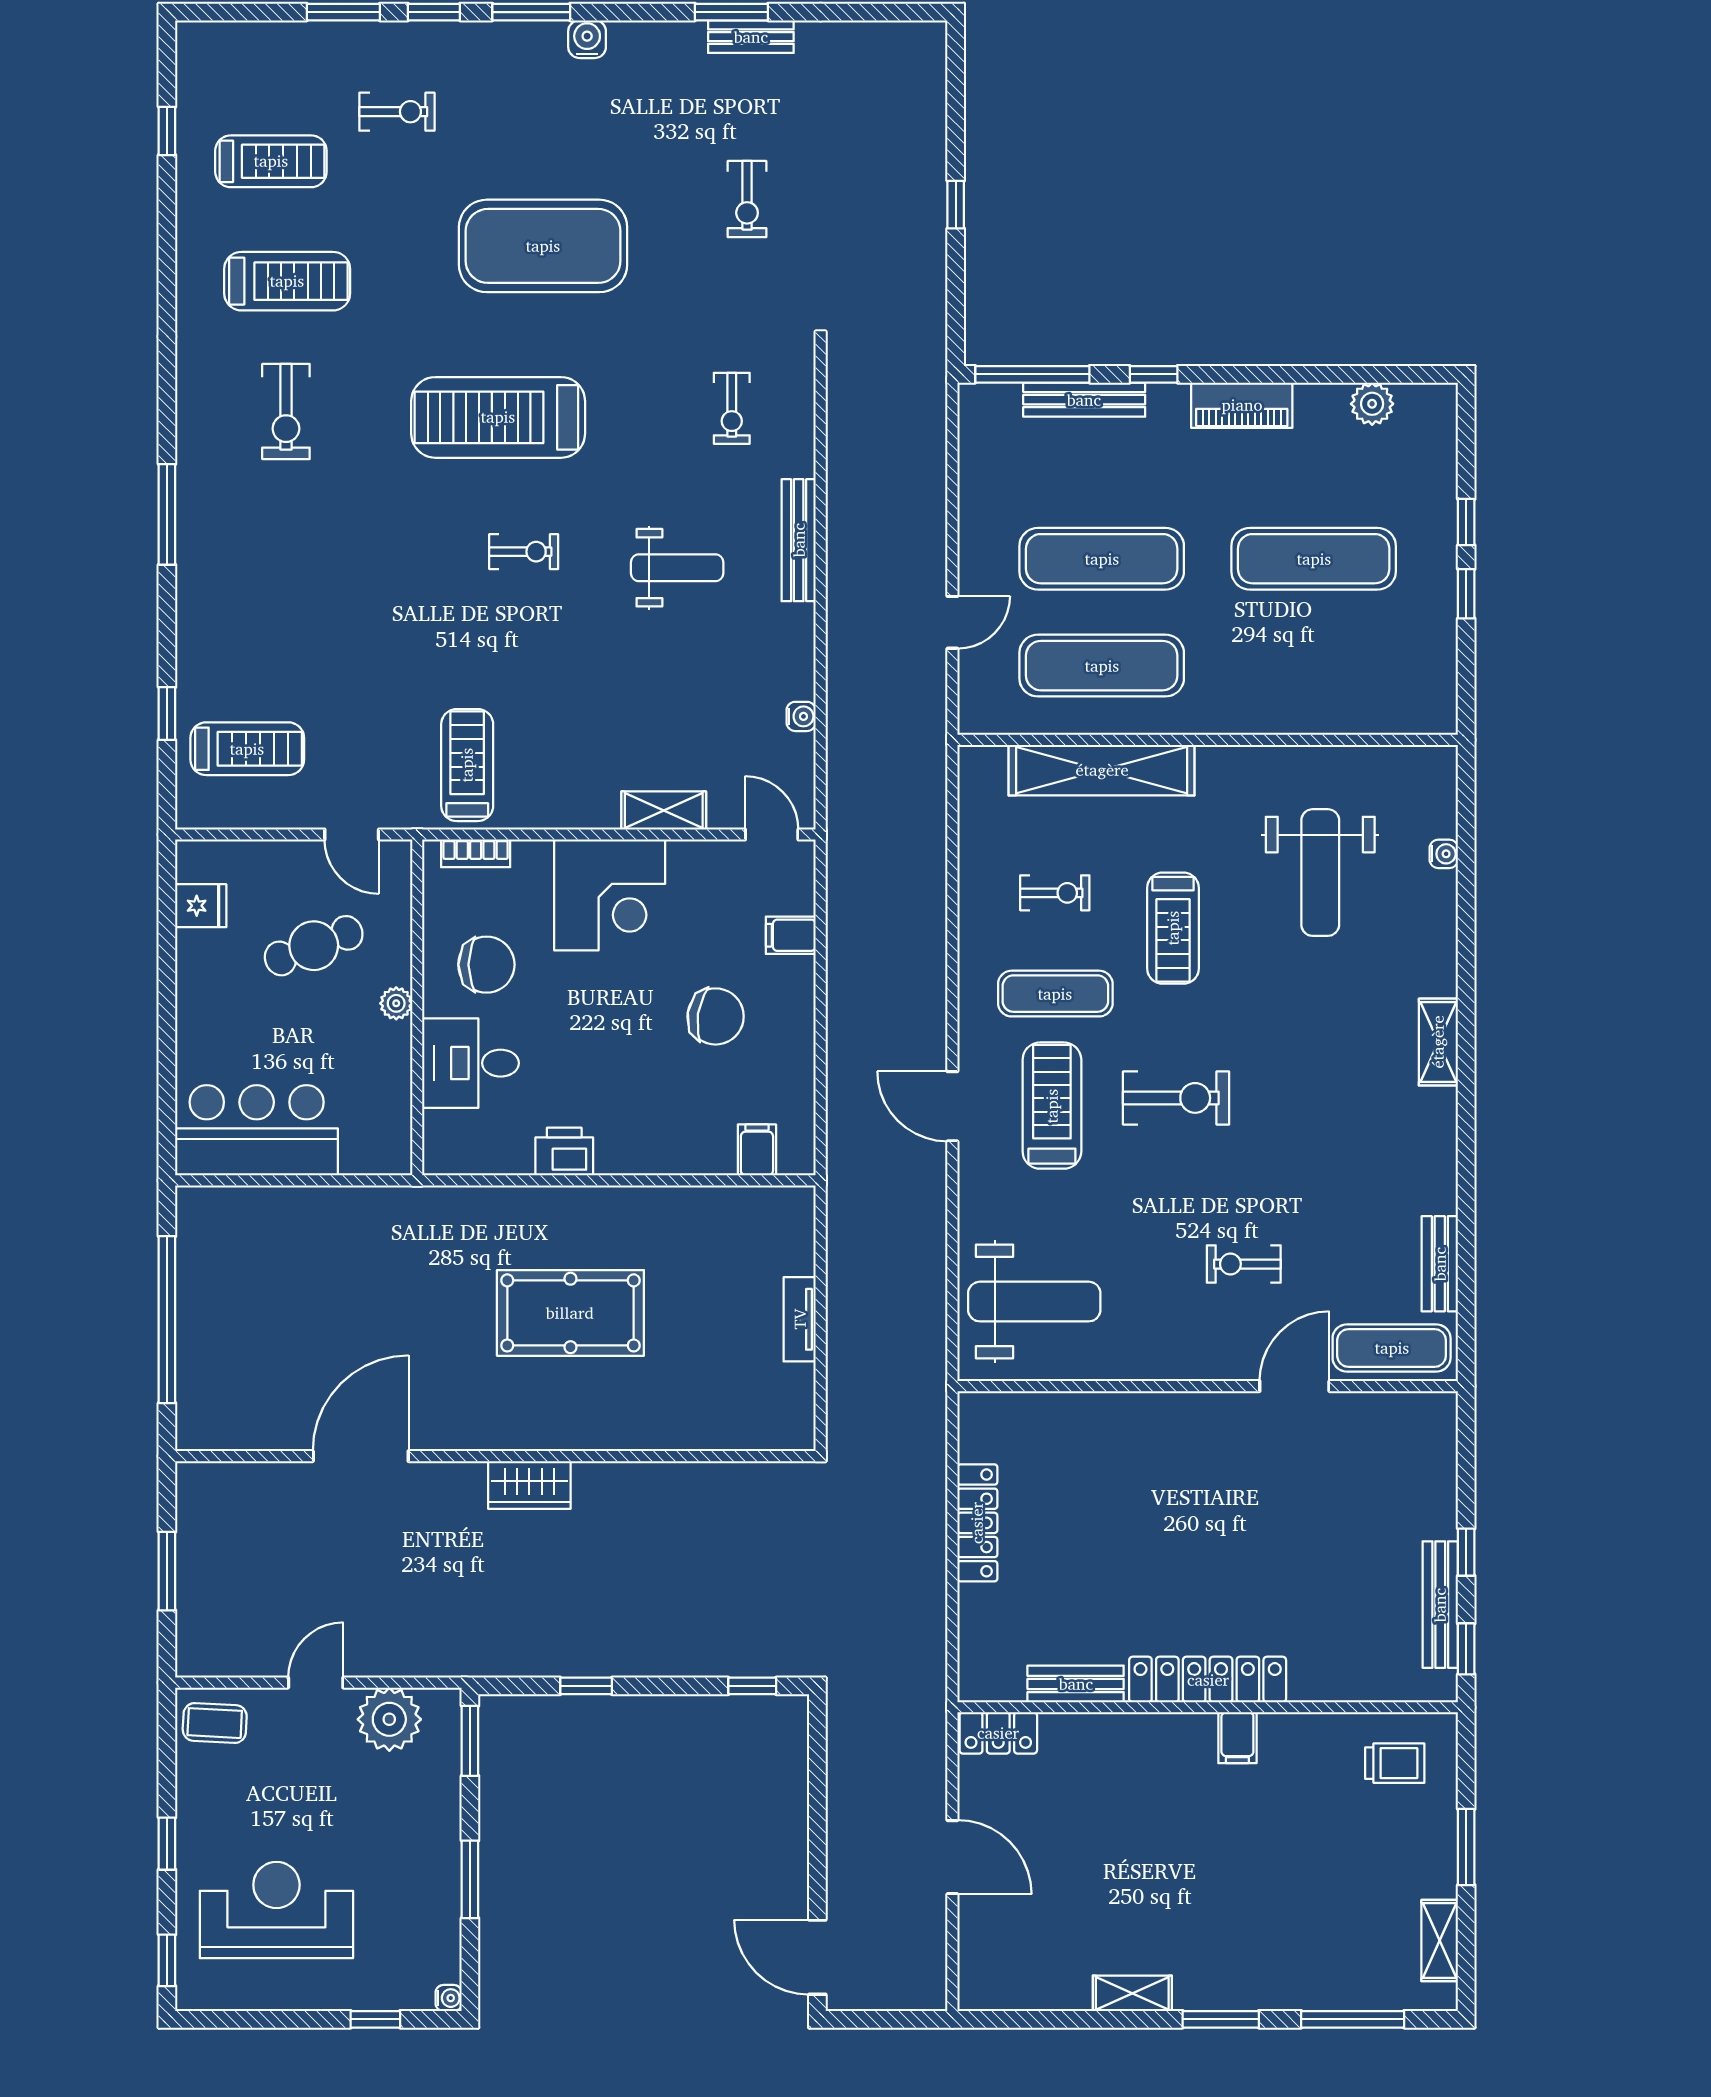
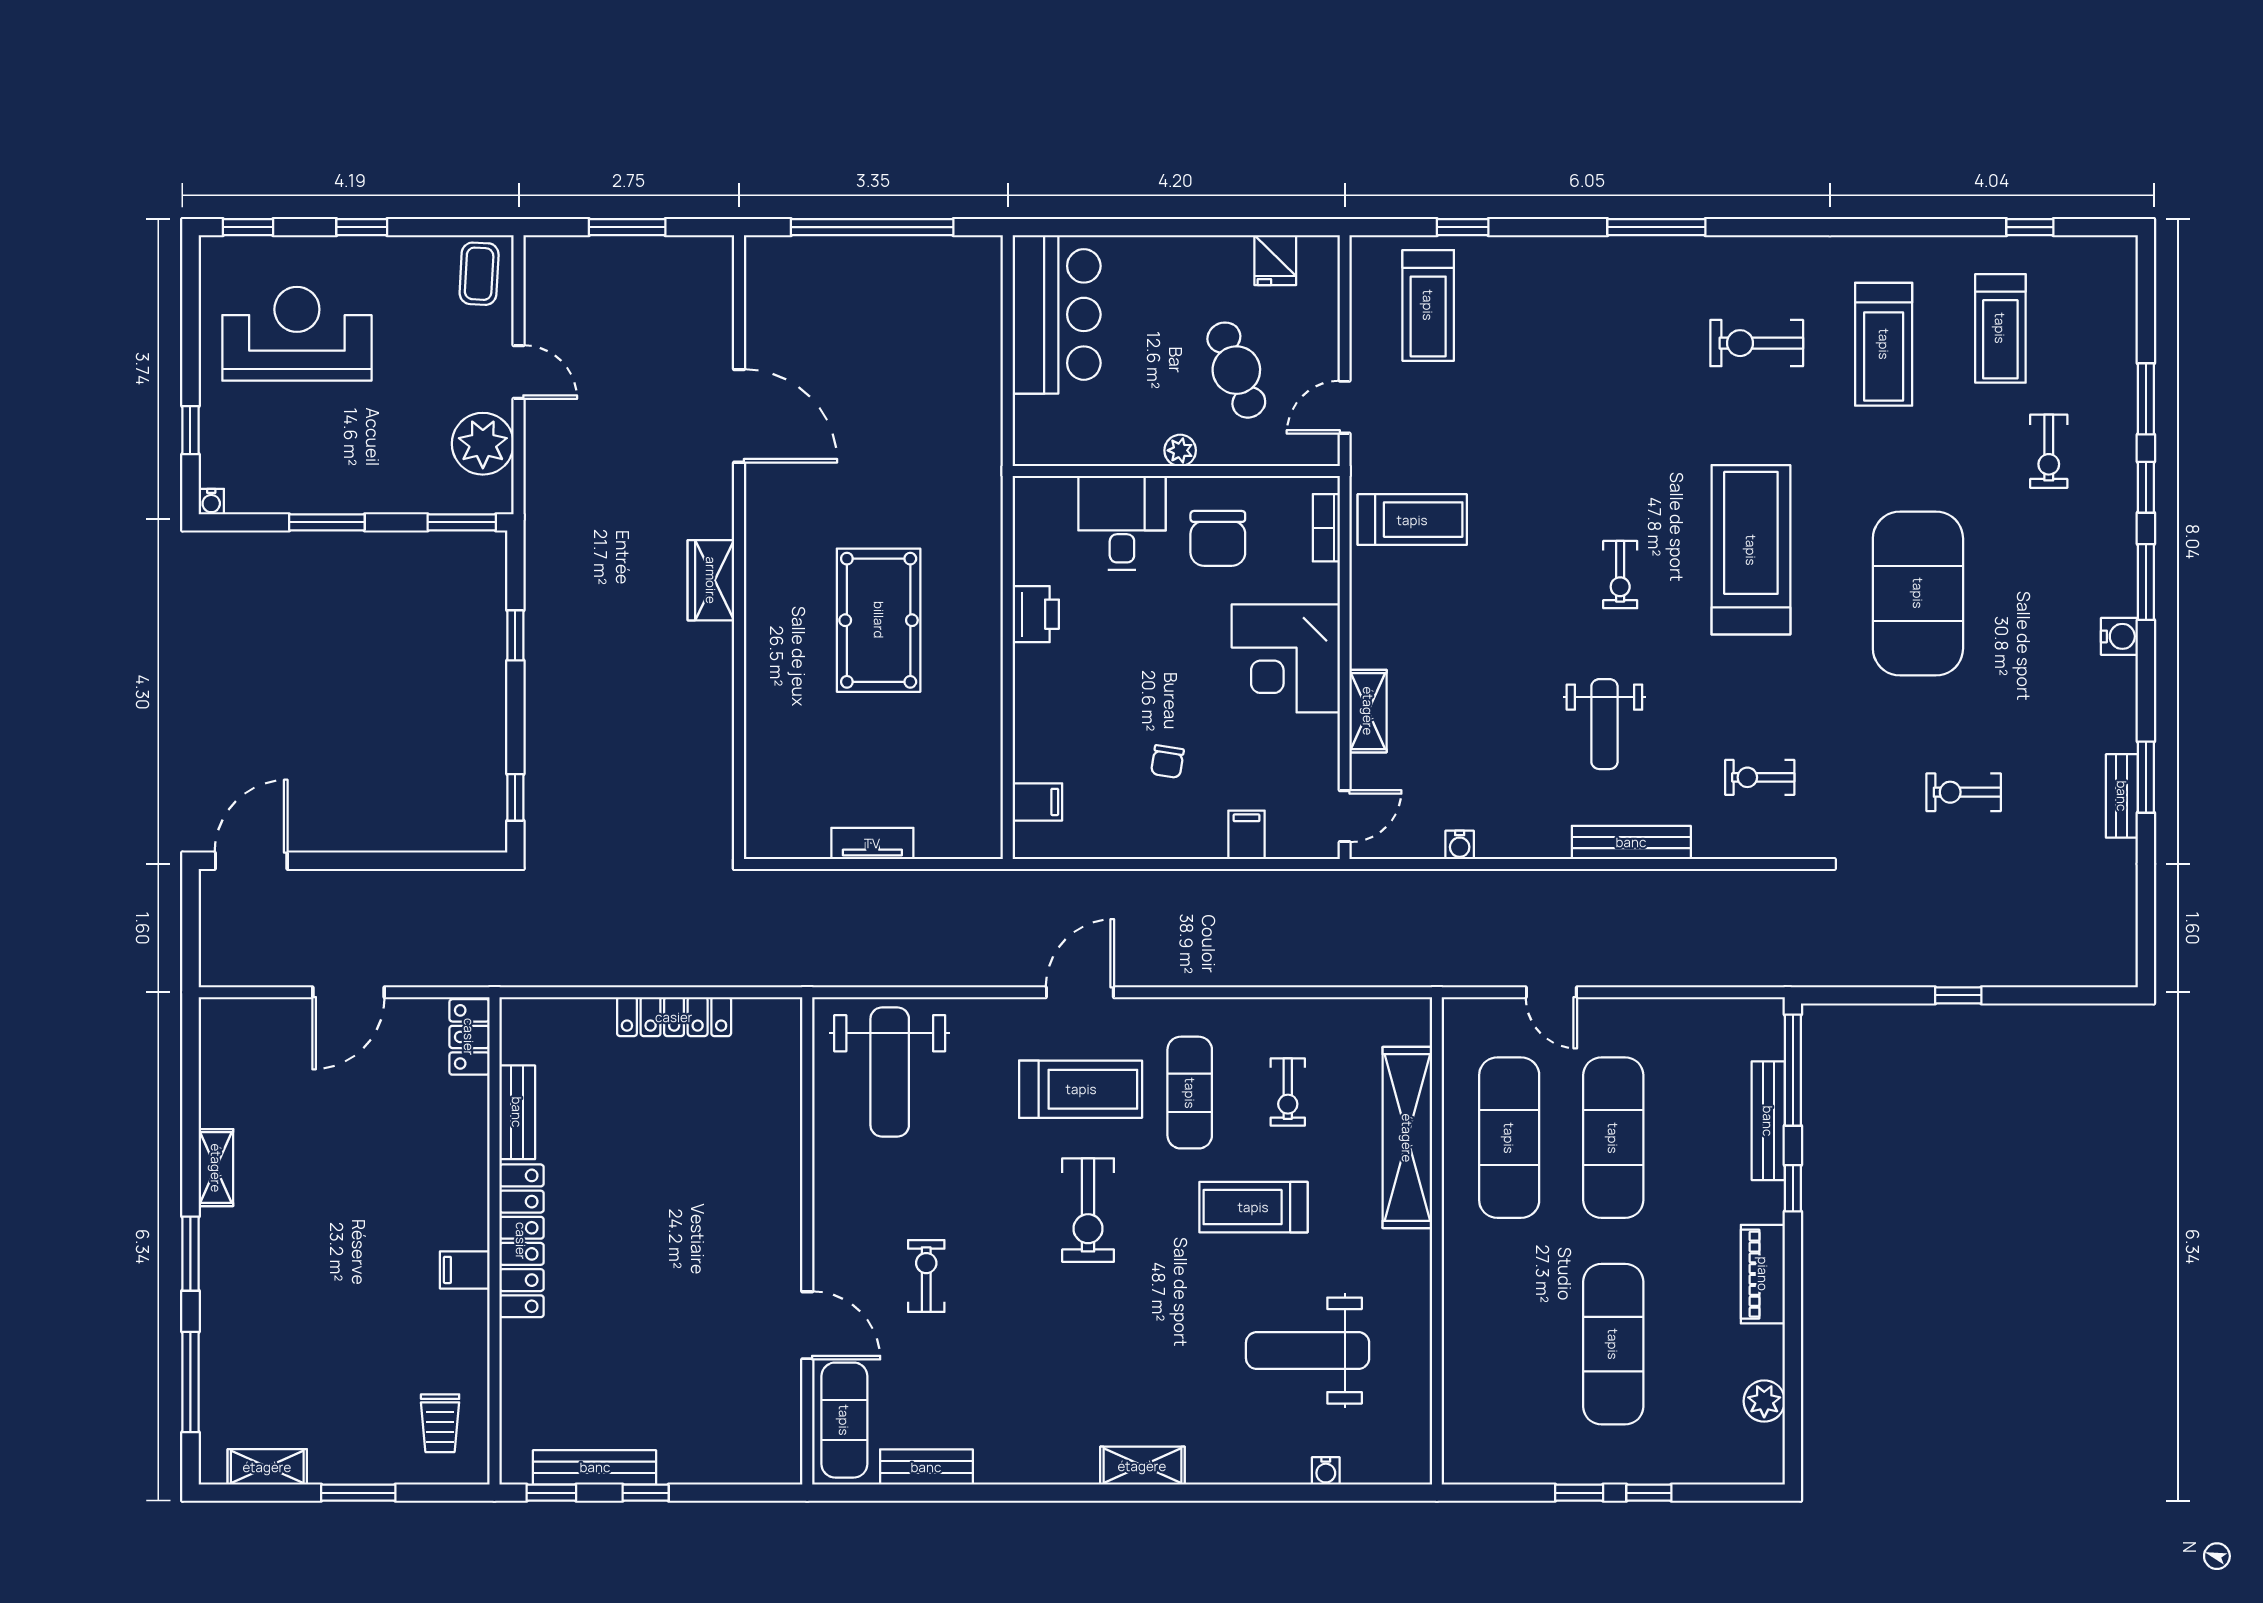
chair: (716, 1016) -> (1167, 762), width x0.54, depth x0.54
reception desk: (276, 1910) -> (297, 334), turned -90

